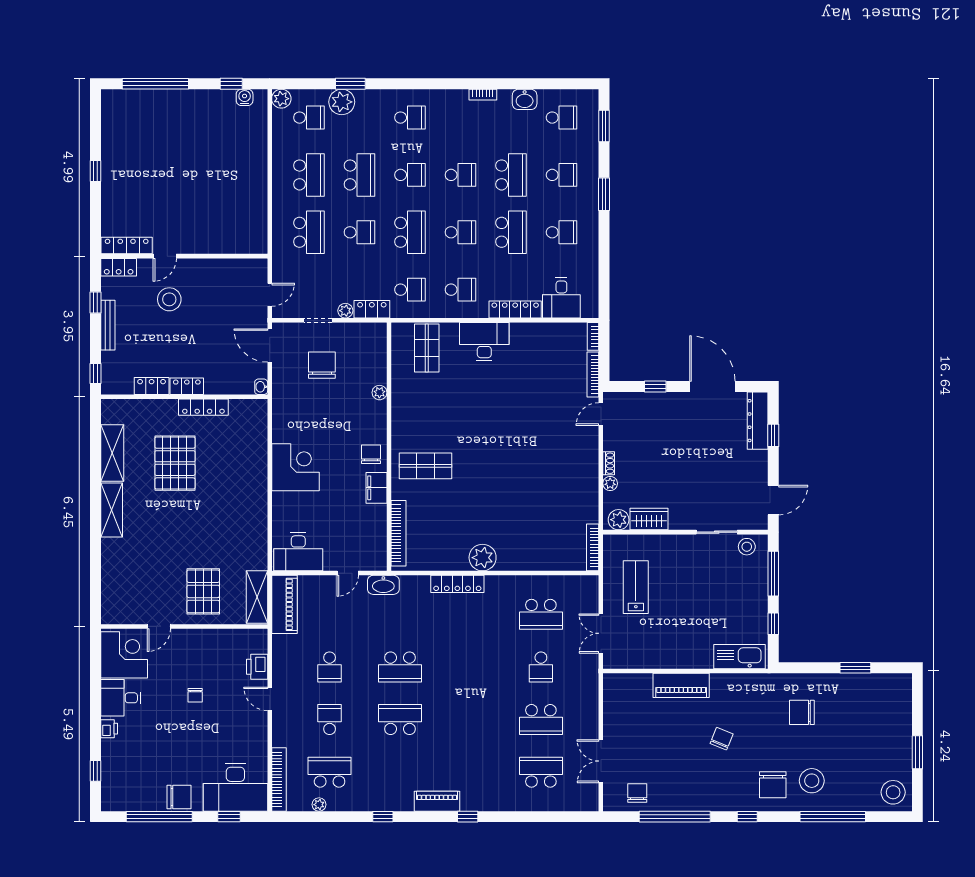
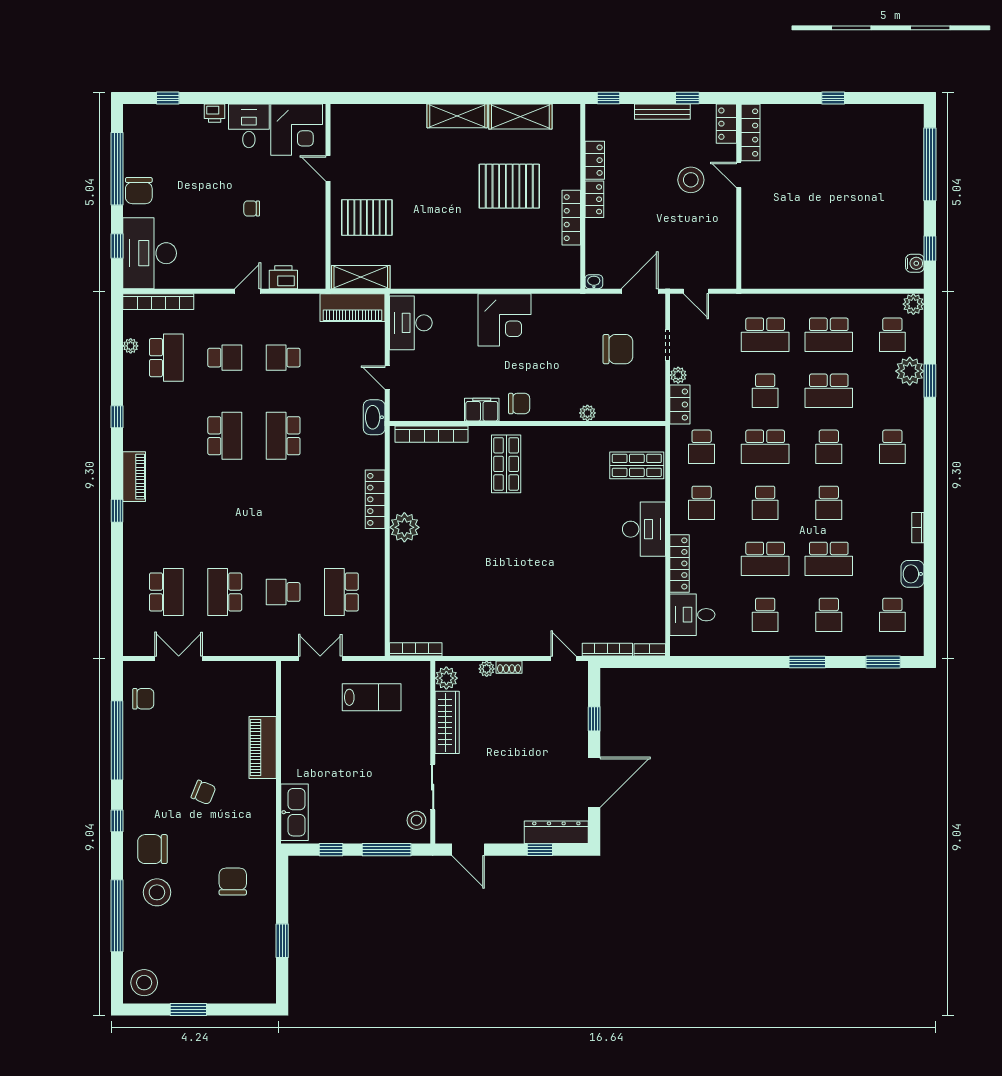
wardrobe: (649, 519) -> (447, 722), width x1.50

